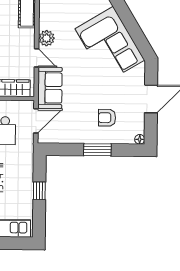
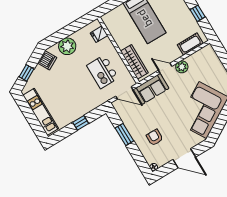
door: (37, 58) -> (165, 68), swing flipped
window: (97, 150) -> (124, 134), moved

